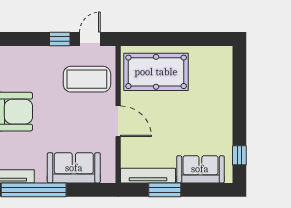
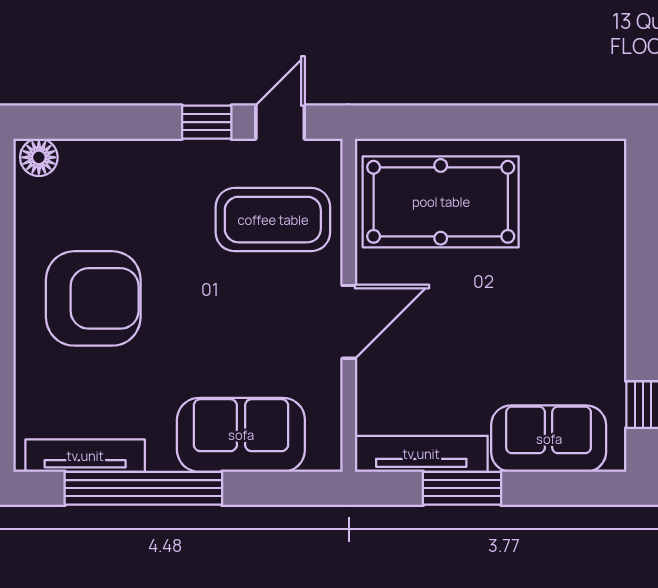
door: (118, 121) -> (349, 322), hinge flipped

